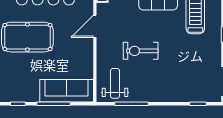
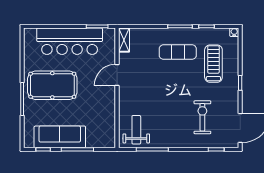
exercise bike: (141, 51) -> (202, 117), moved, turned 90
sofa: (67, 91) -> (60, 137), moved

